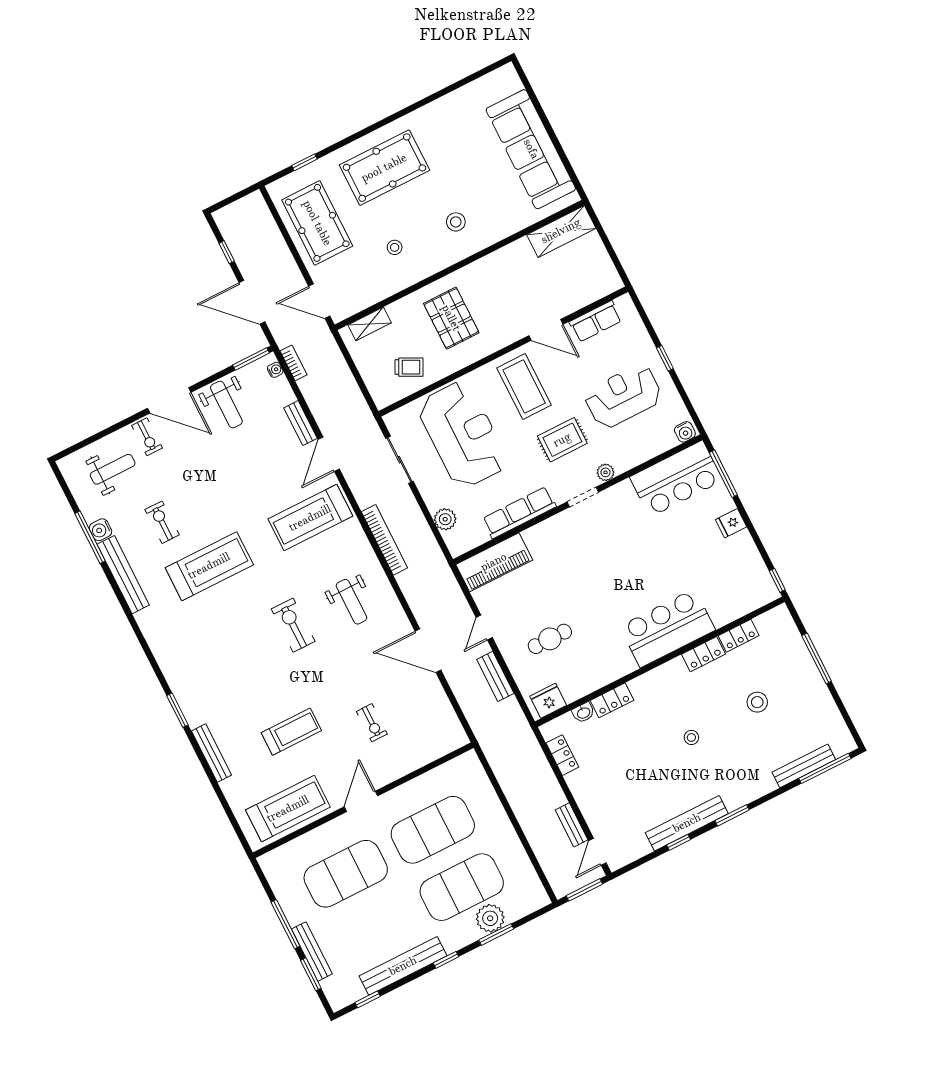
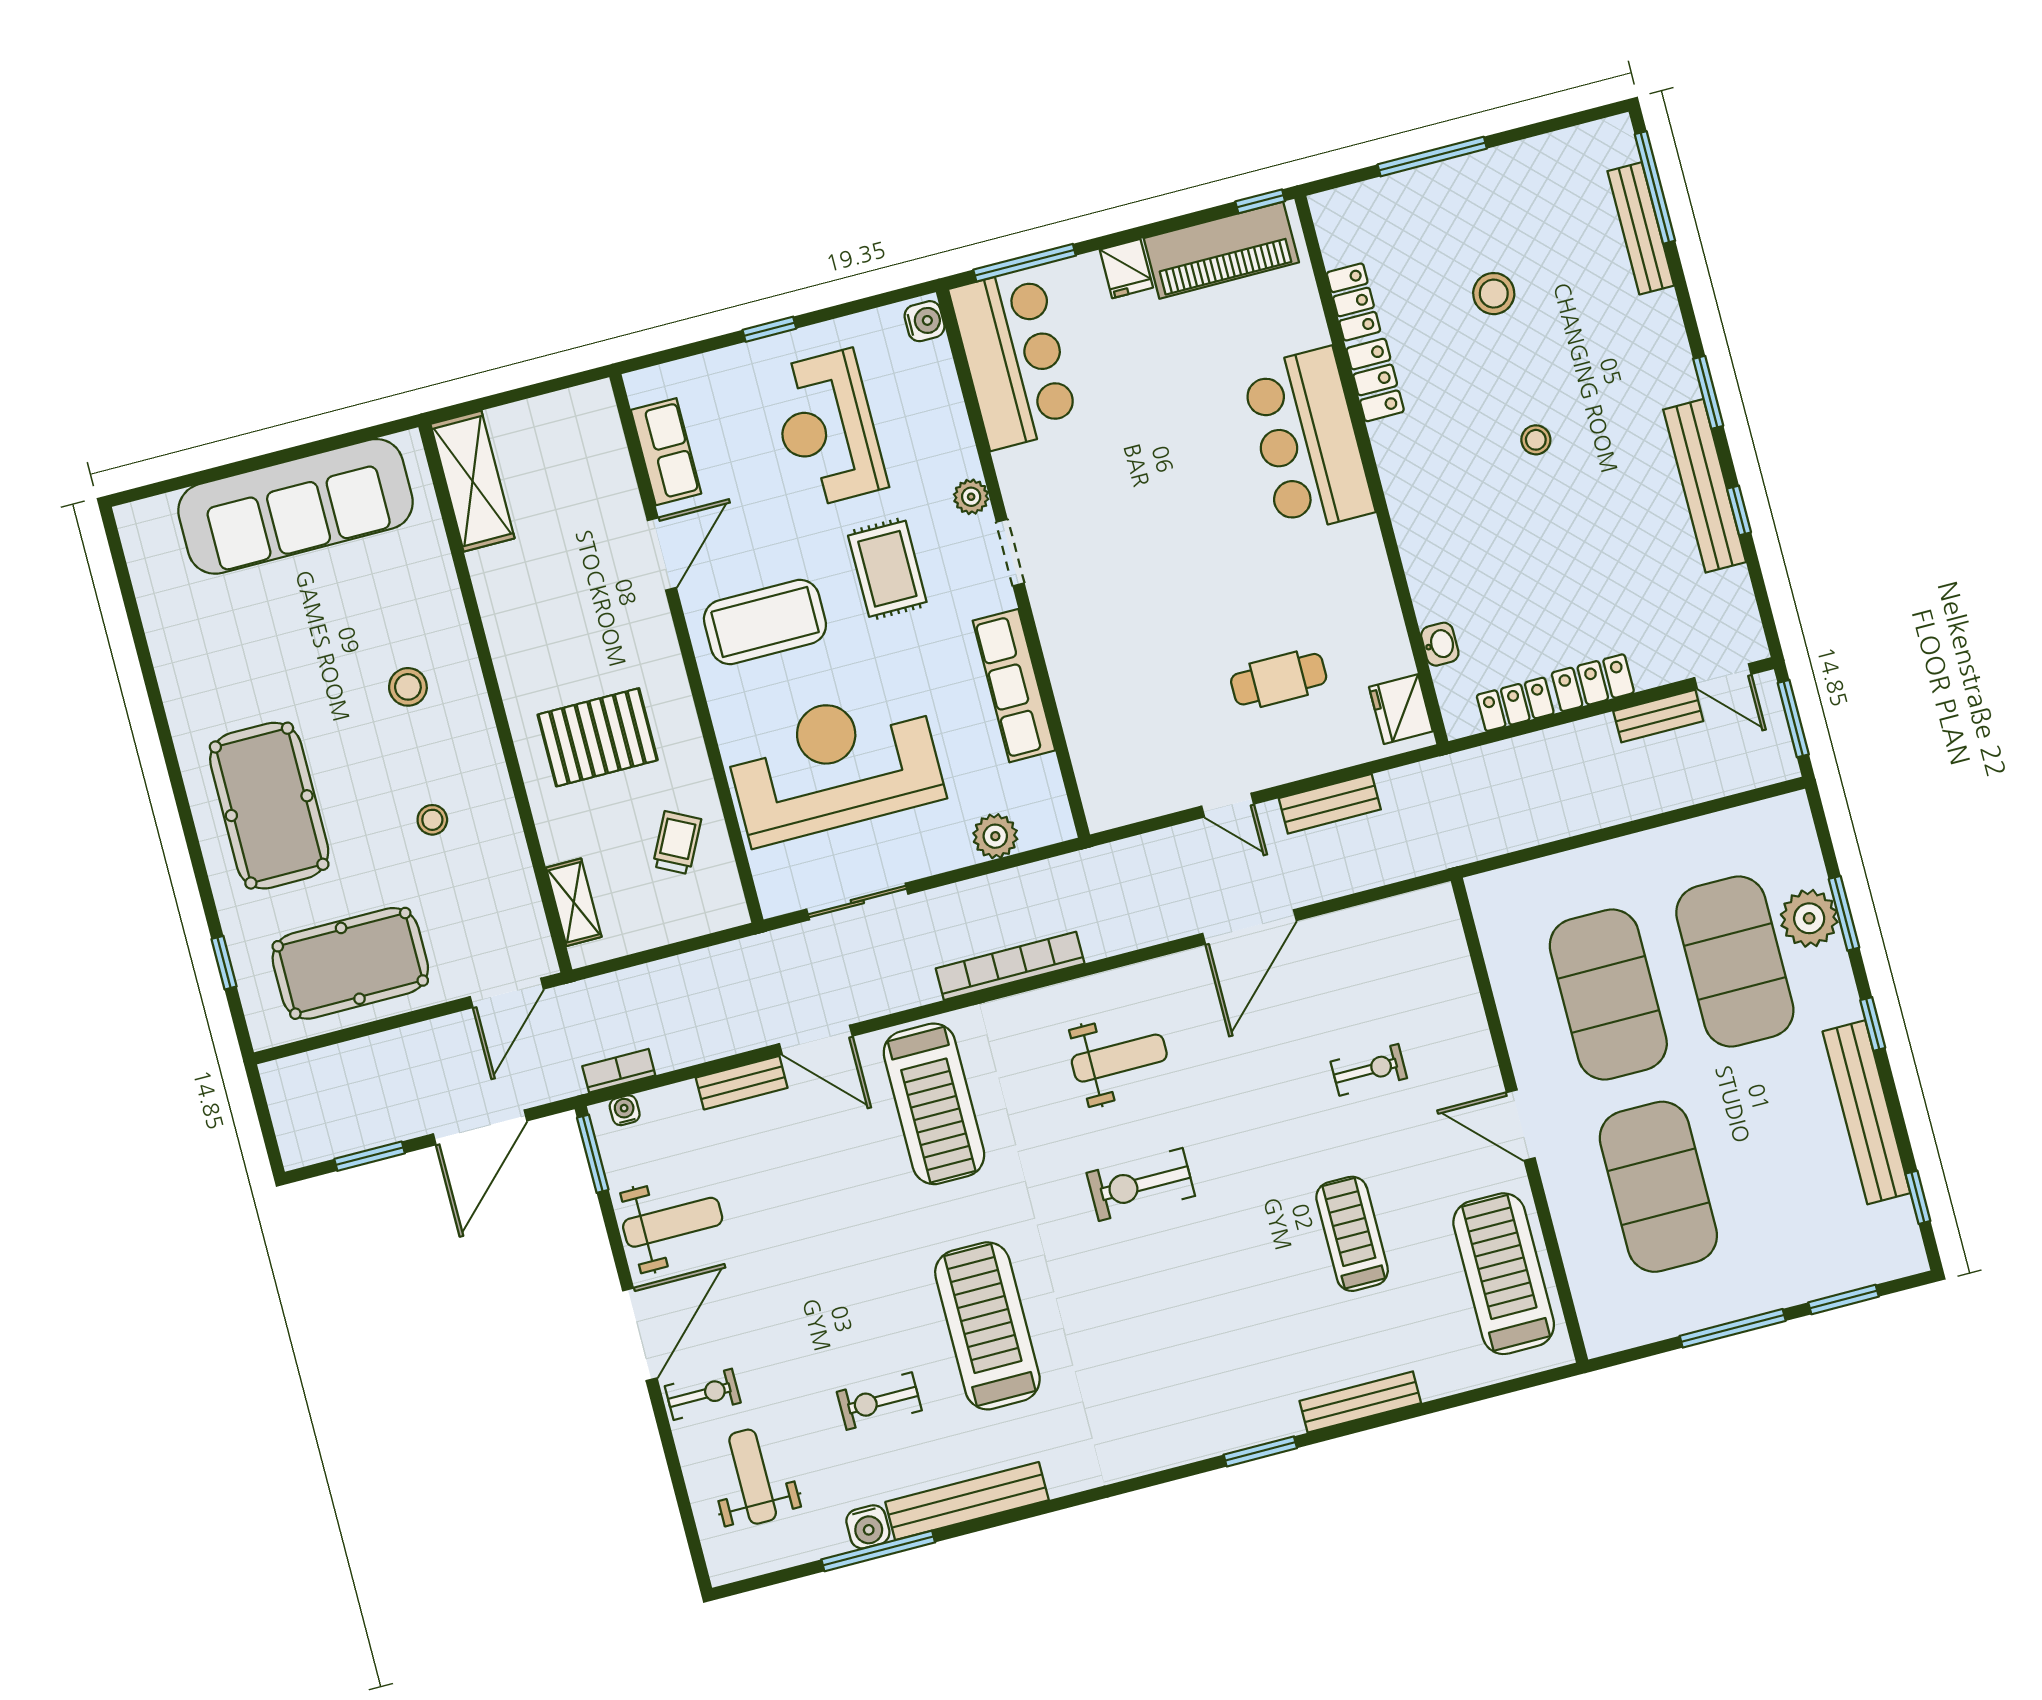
window: (227, 252) -> (370, 1156), width x1.50
piano: (494, 562) -> (1221, 250), moved, turned 90
cafe table: (550, 639) -> (1279, 679), turned 90
locker: (612, 700) -> (1593, 683), moved, turned -90
bench: (312, 951) -> (1798, 1288), removed

